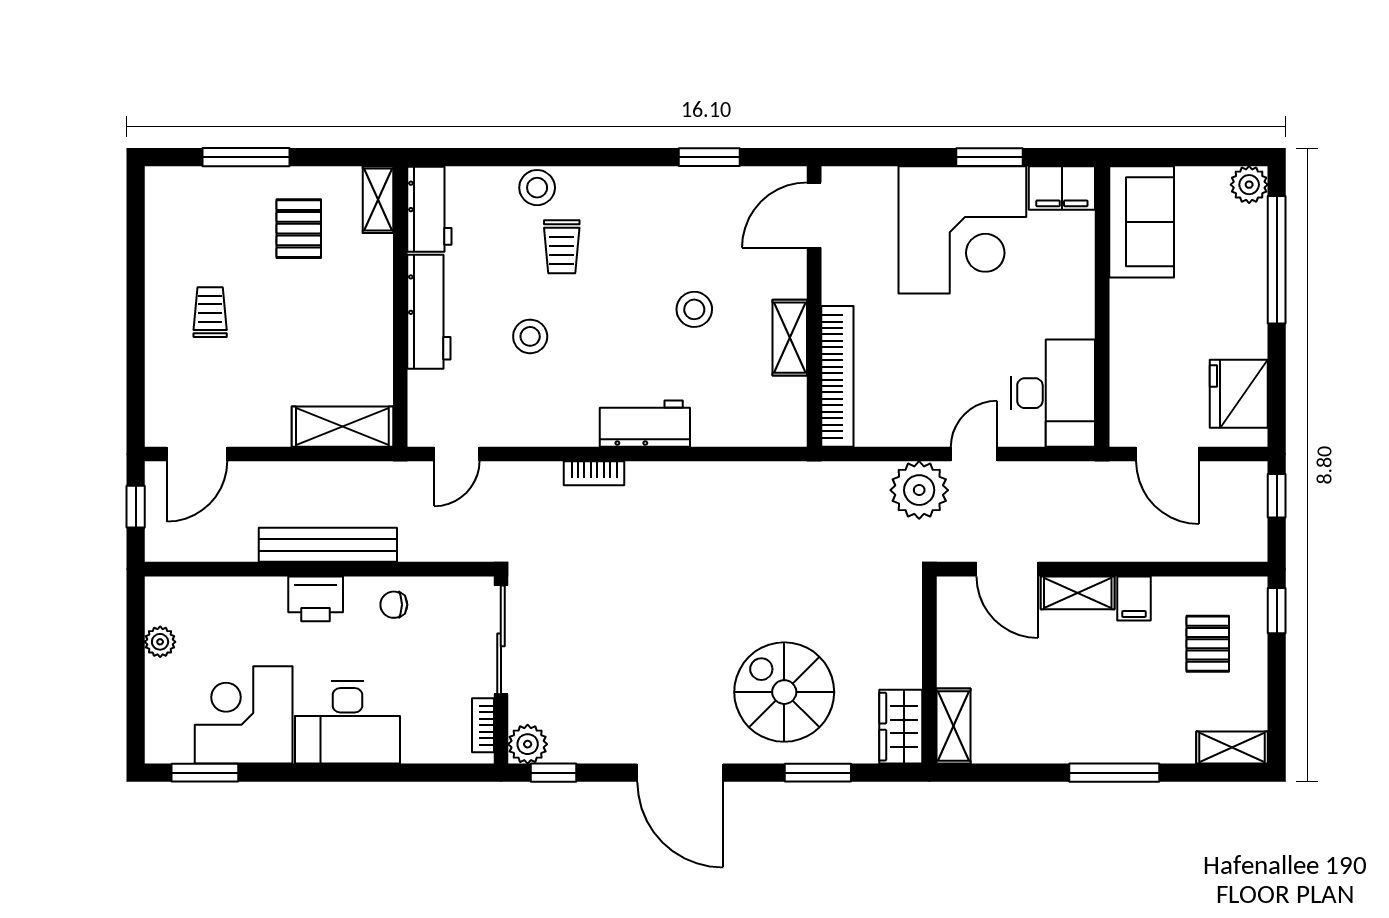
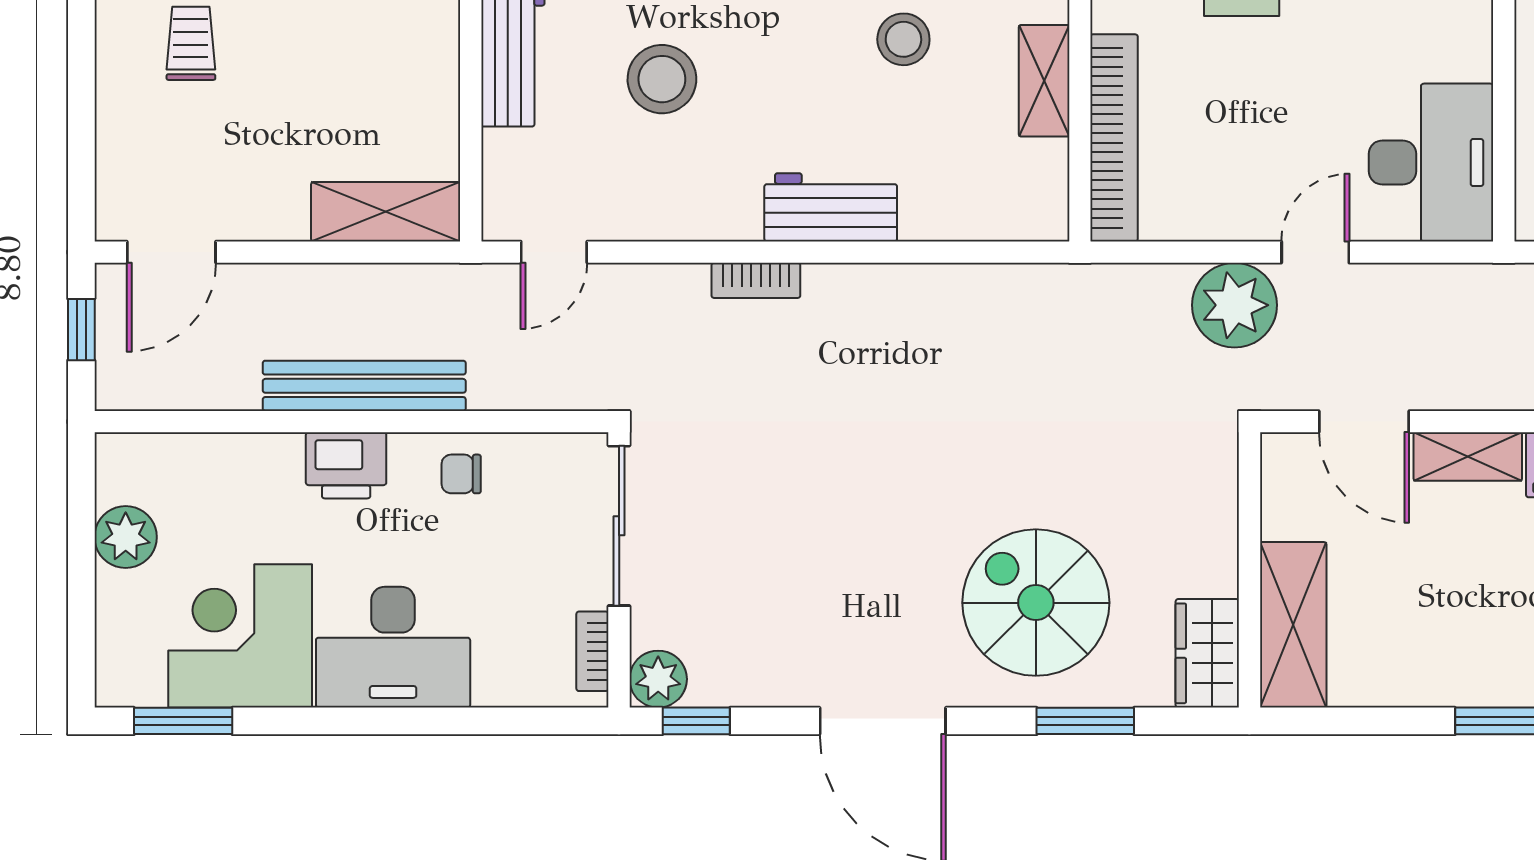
stool: (530, 336) -> (662, 79), width x1.38, depth x1.38
plant: (160, 642) -> (126, 537), width x1.38, depth x1.38
shelving: (953, 726) -> (1293, 625), width x1.50, depth x1.33

